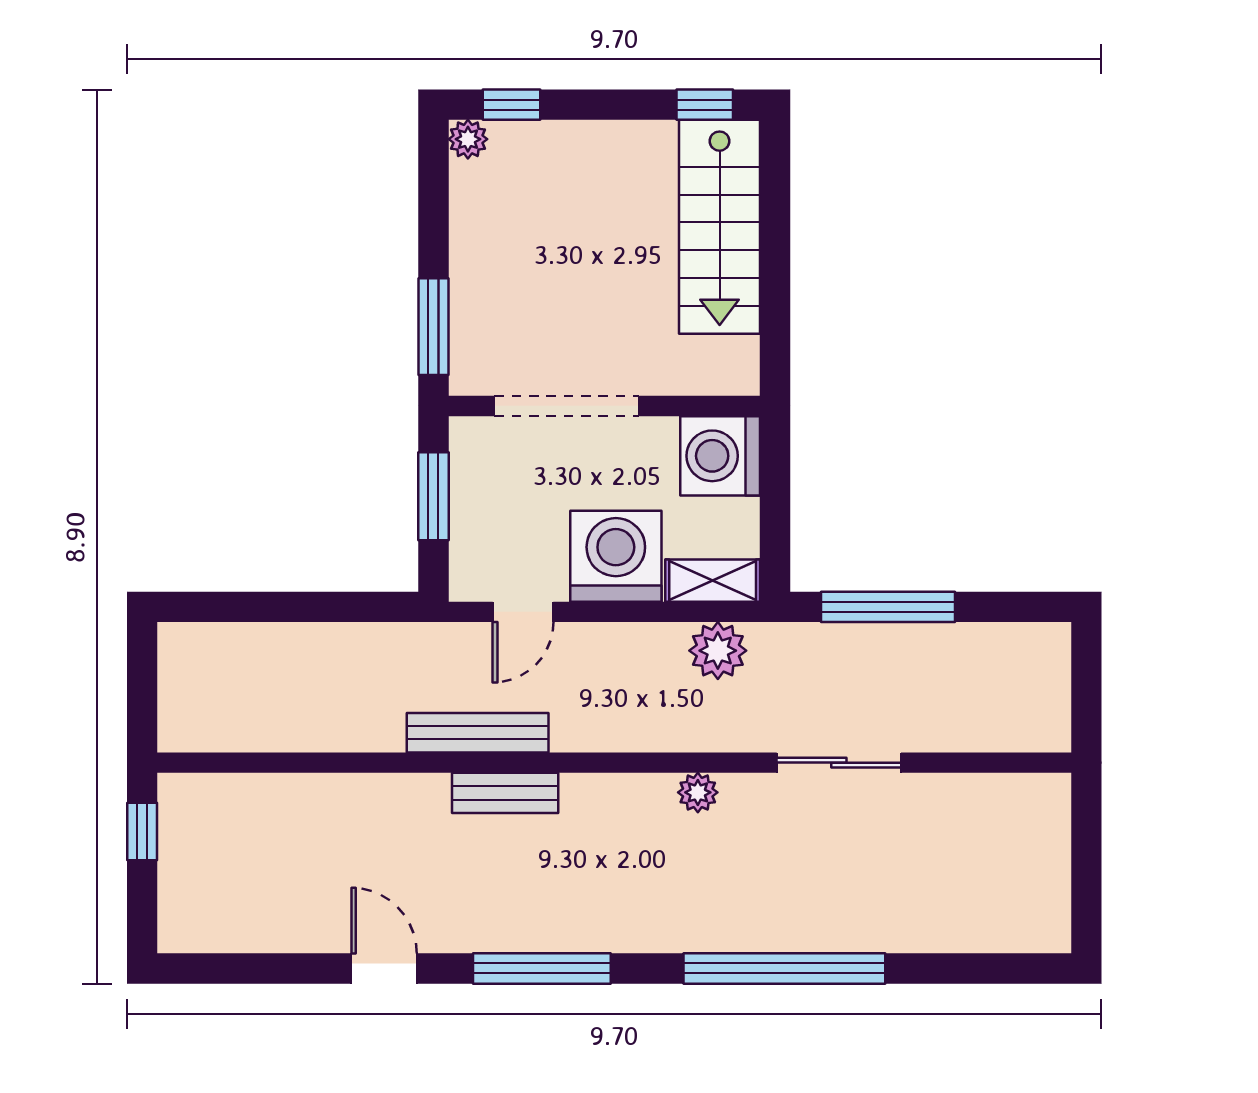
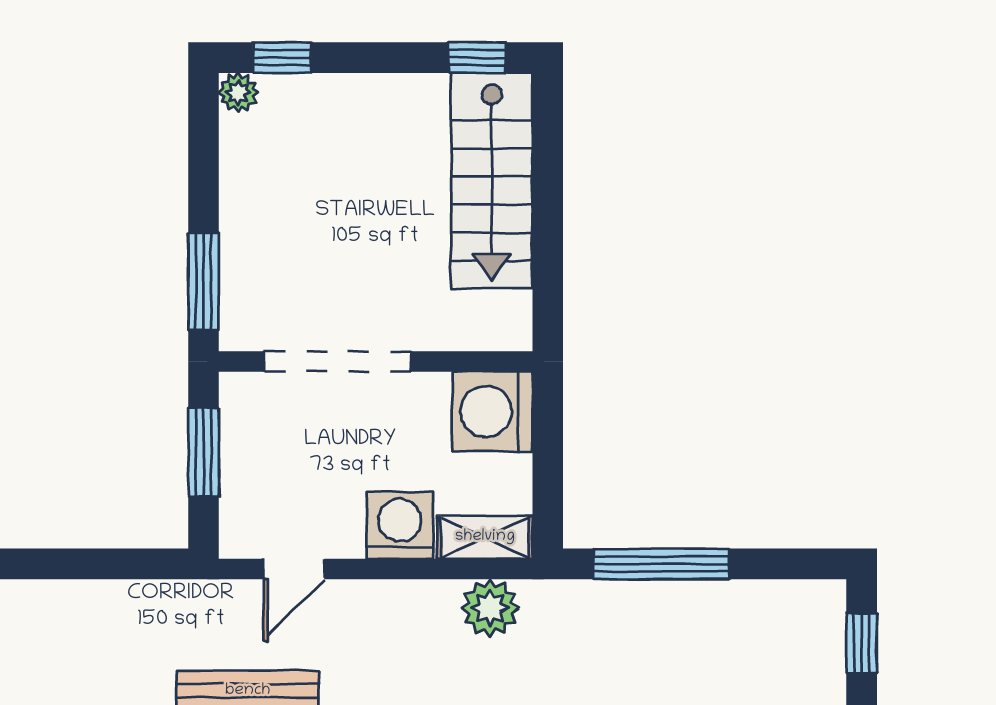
washing machine: (616, 556) -> (400, 525), width x0.73, depth x0.73
window: (1086, 685) -> (862, 643), added

